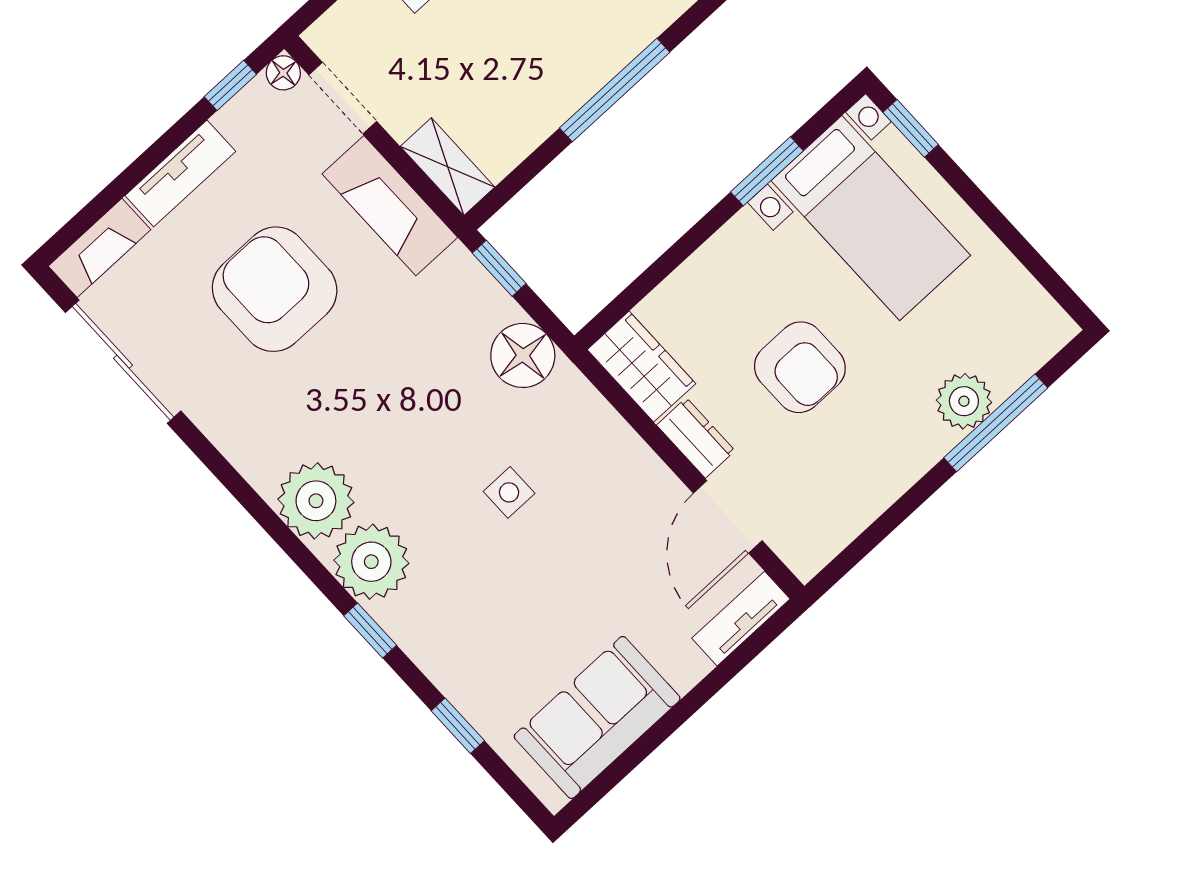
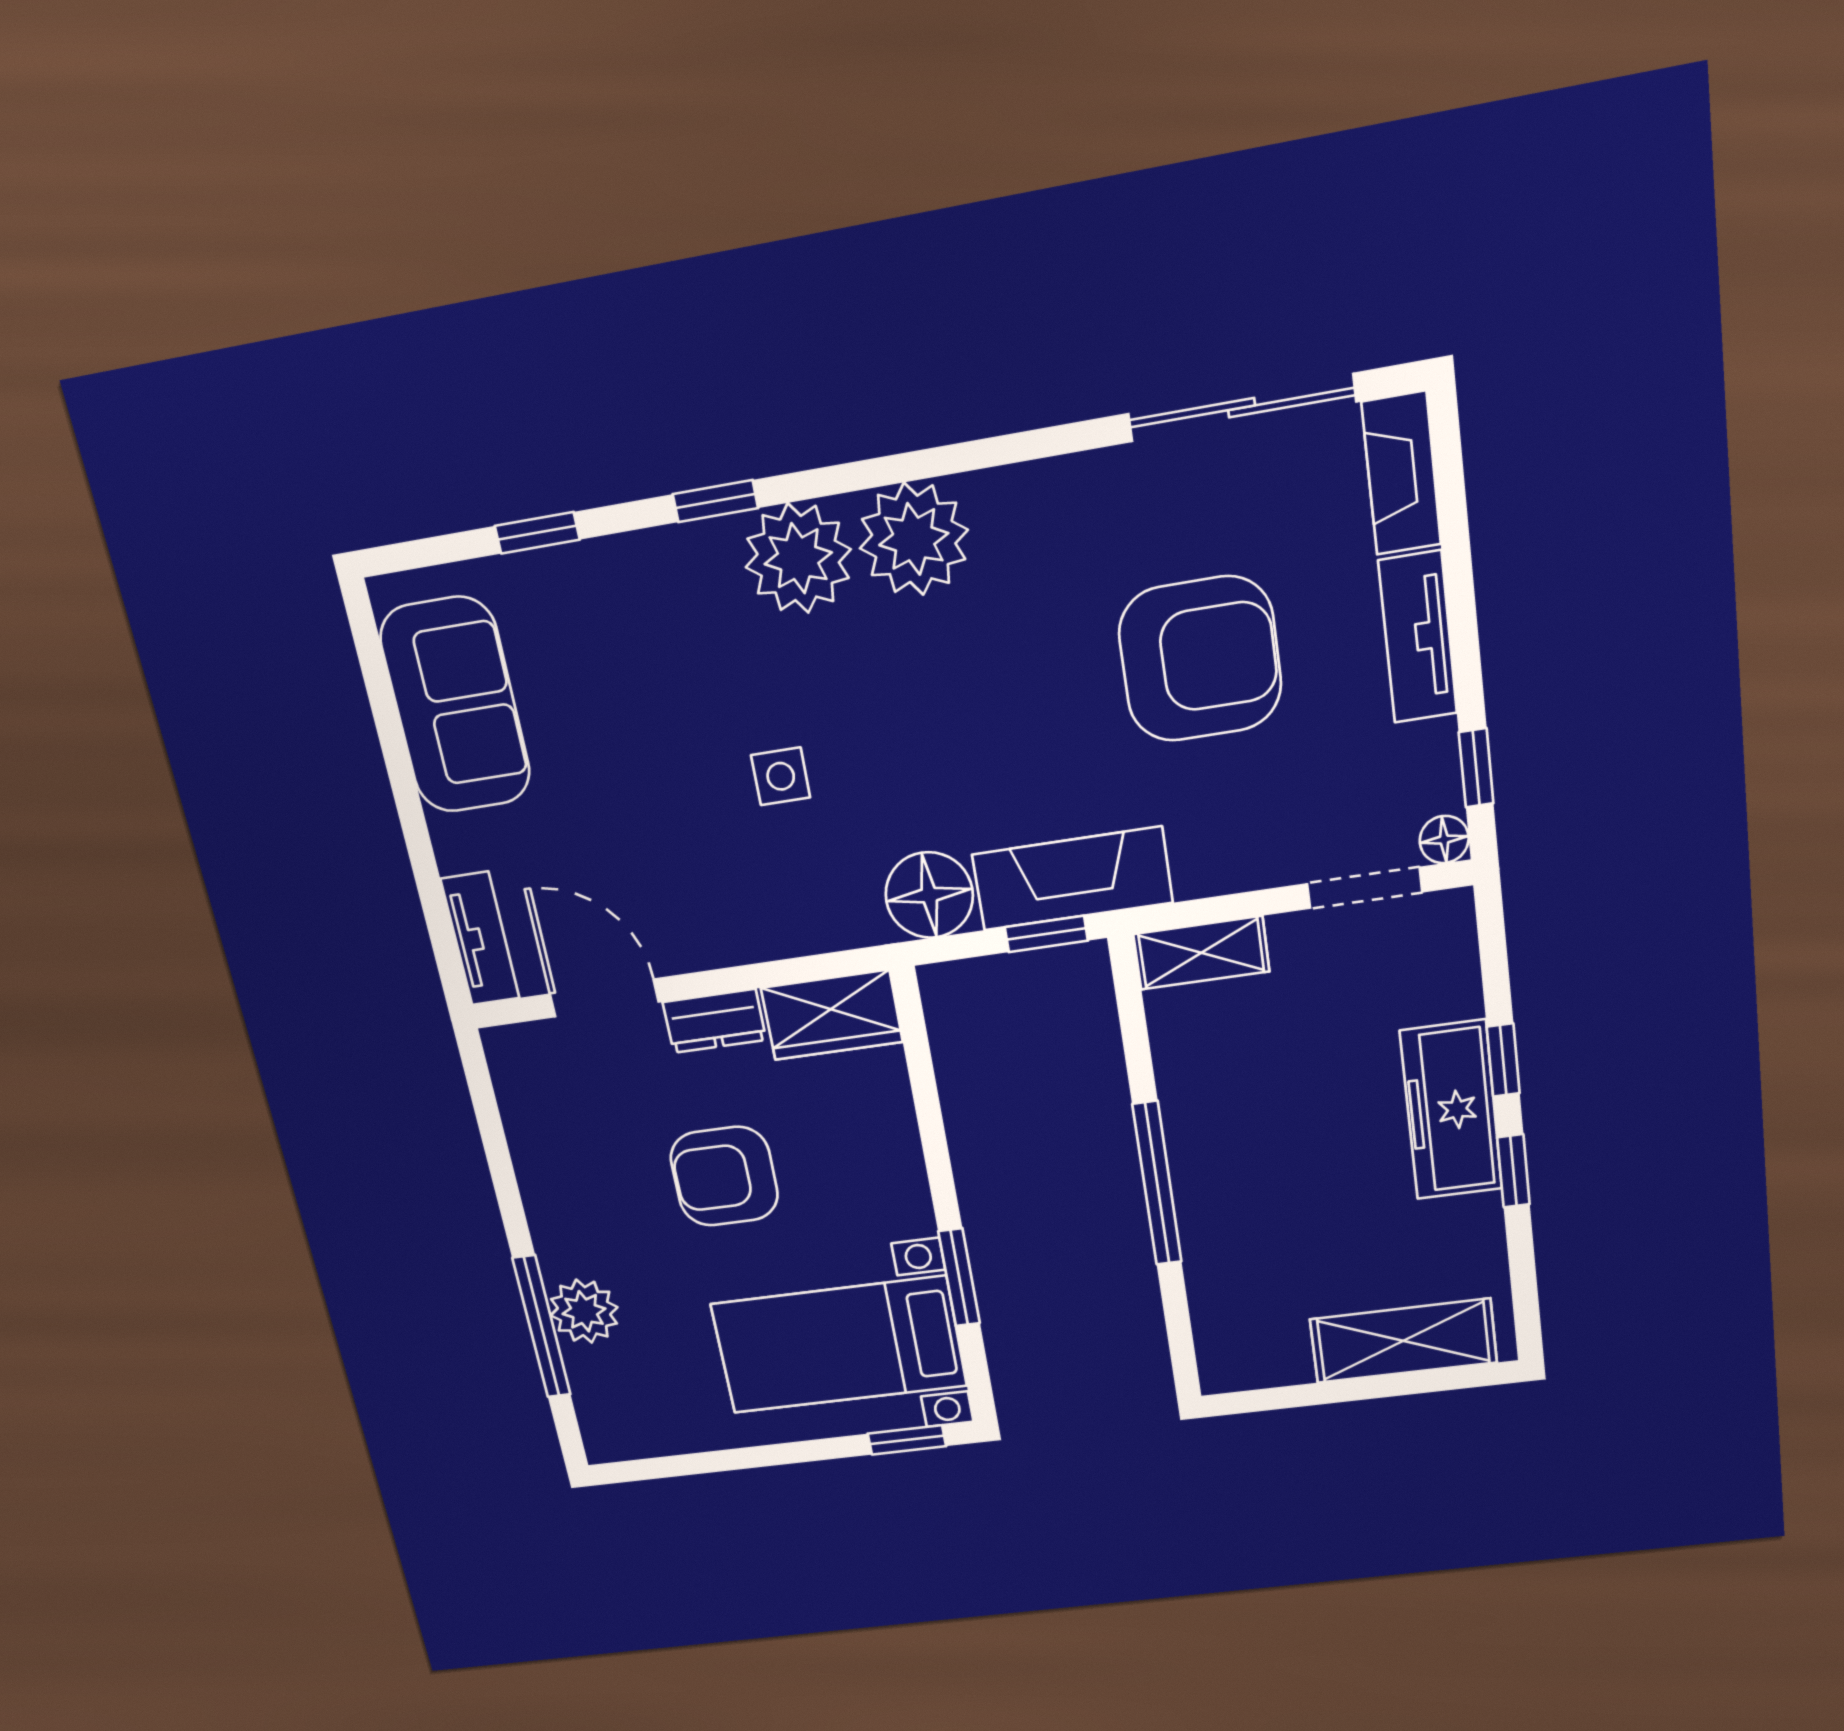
fireplace: (390, 206) -> (1072, 879), moved

